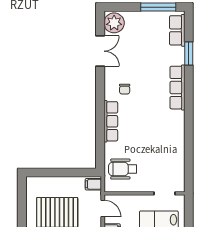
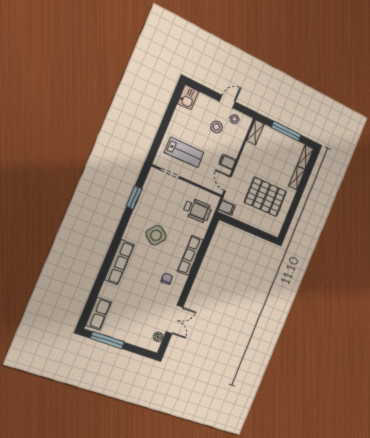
plant: (114, 23) -> (158, 337), width x0.53, depth x0.53
double door: (100, 51) -> (175, 319), swing flipped
window: (189, 54) -> (134, 197), moved
side table: (153, 128) -> (156, 235), added

